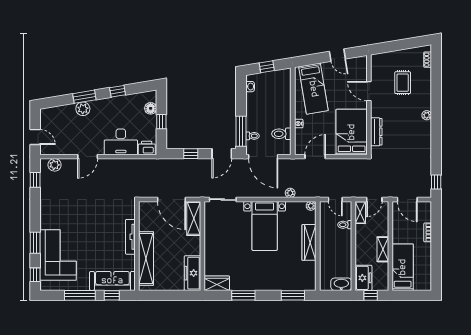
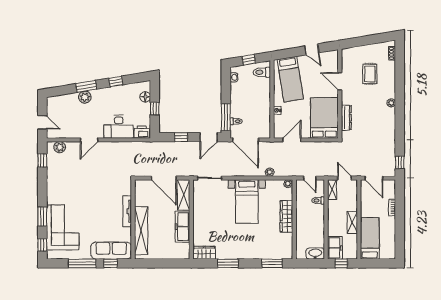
toilet: (281, 134) -> (262, 72), moved
door: (374, 200) -> (345, 178), swing flipped
freezer: (192, 273) -> (183, 227), moved

